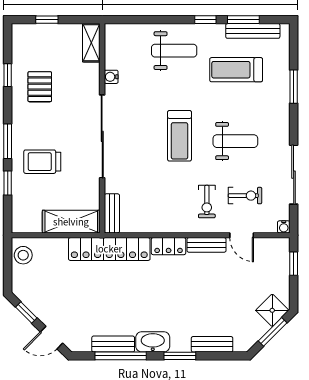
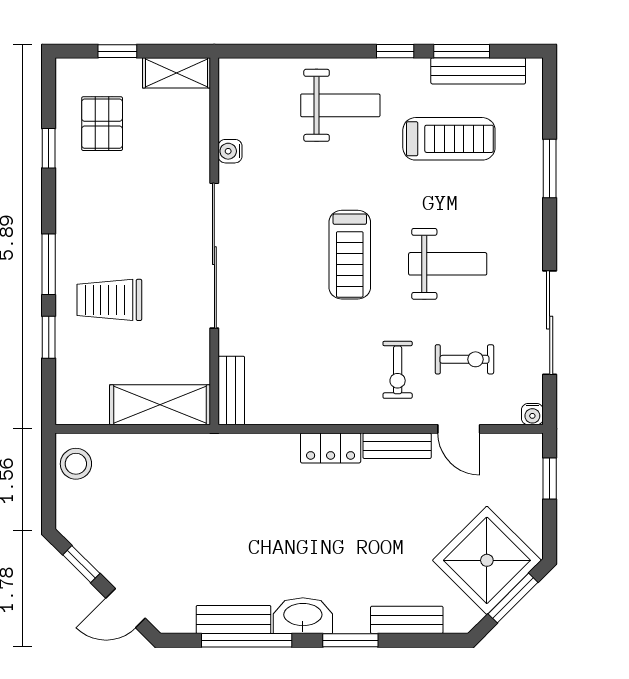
shelving: (91, 43) -> (176, 73), moved, turned 90
treadmill: (236, 70) -> (449, 139), turned 180
pallet: (40, 87) -> (102, 124), moved
locker: (109, 249) -> (227, 453), removed
shower: (272, 310) -> (487, 560), width x1.86, depth x1.86

